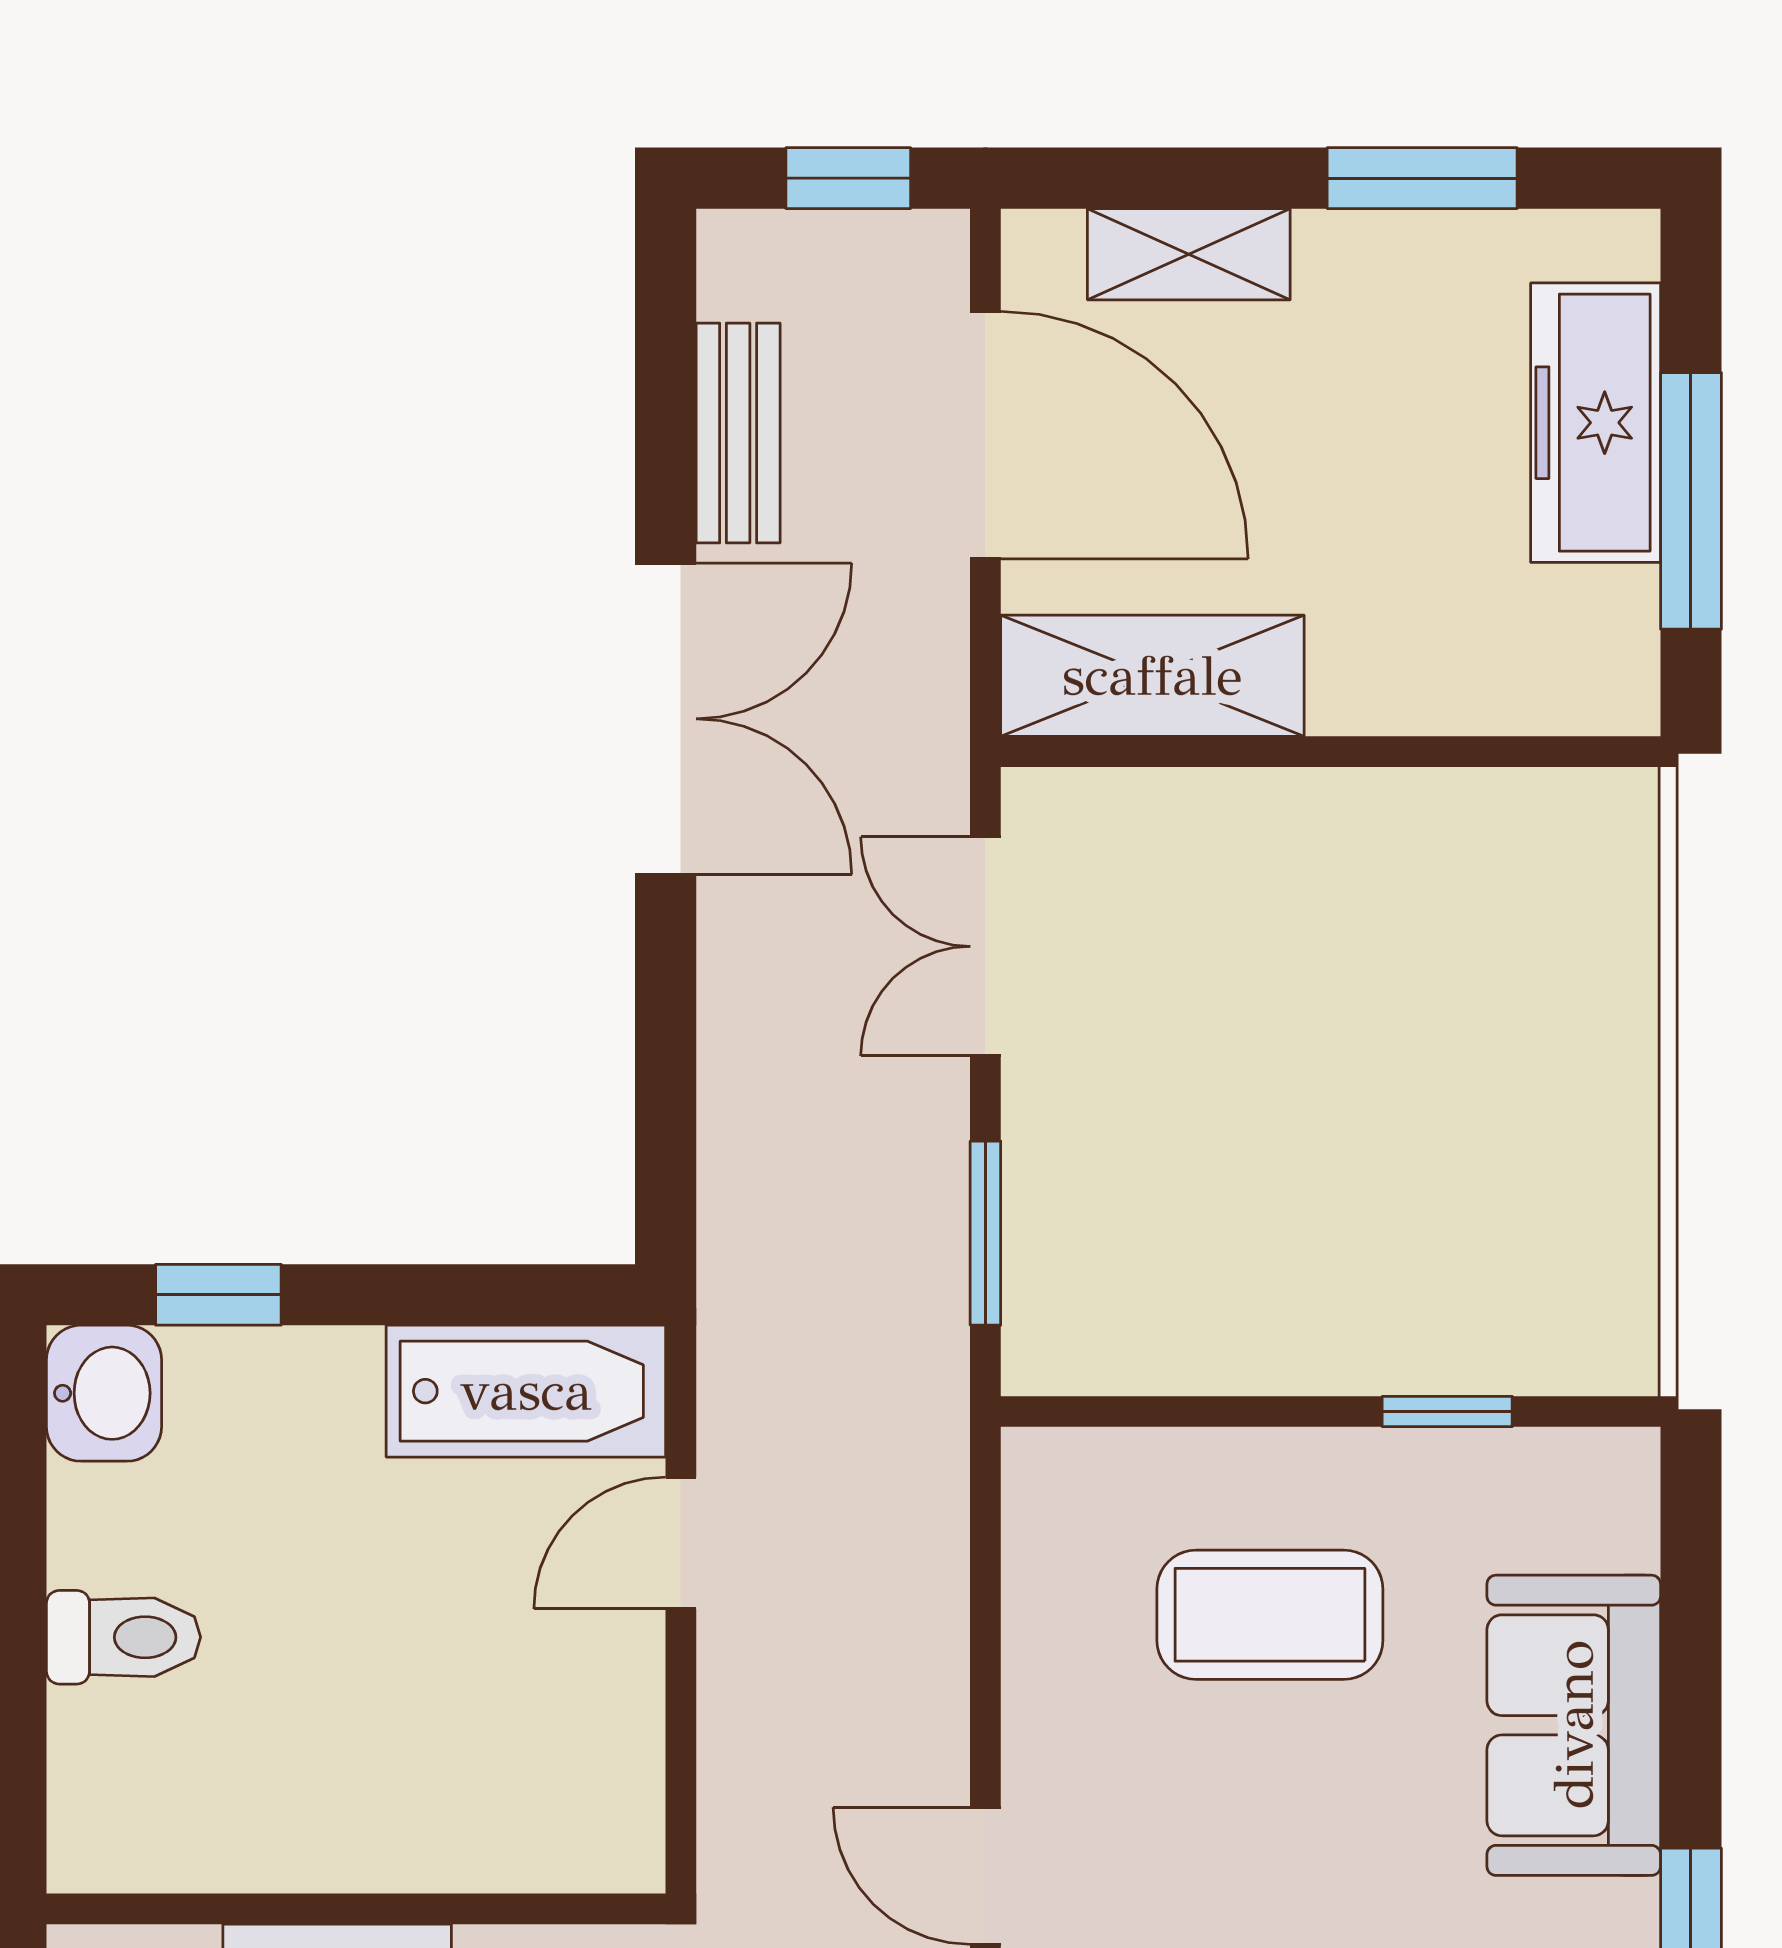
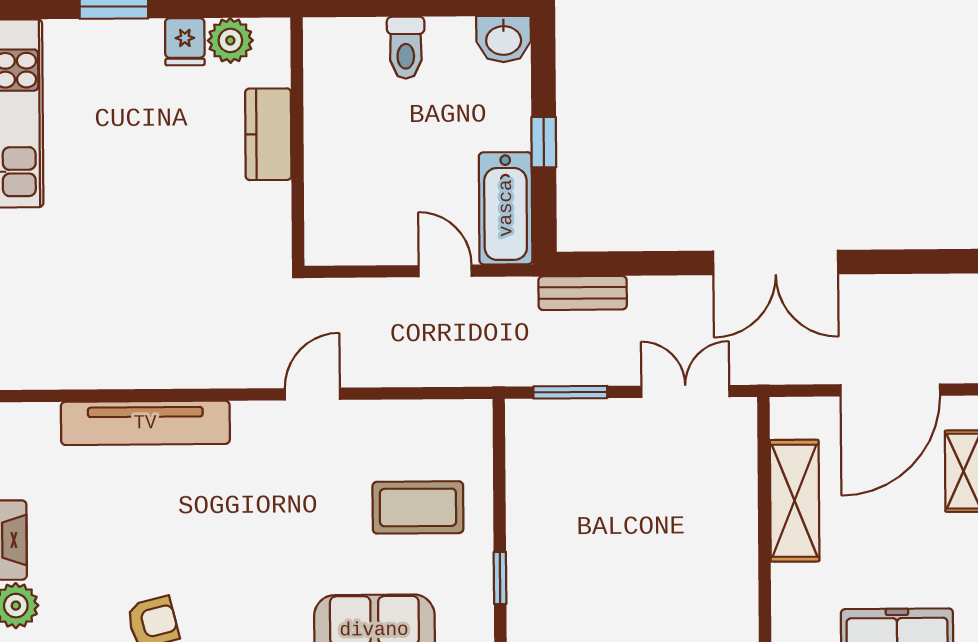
bench: (738, 433) -> (583, 293), moved
shelving: (1152, 676) -> (795, 501), moved
window: (218, 1295) -> (544, 142), moved
coffee table: (1270, 1615) -> (418, 507), turned 90

